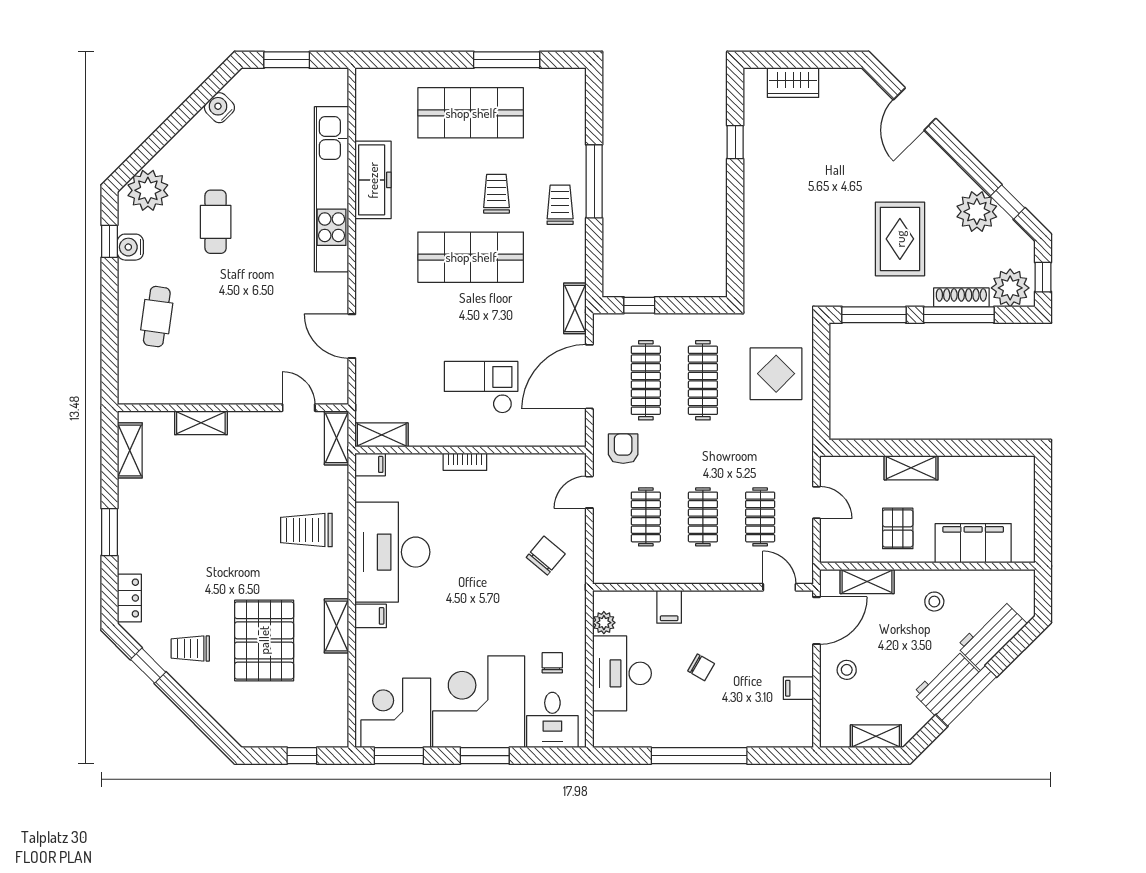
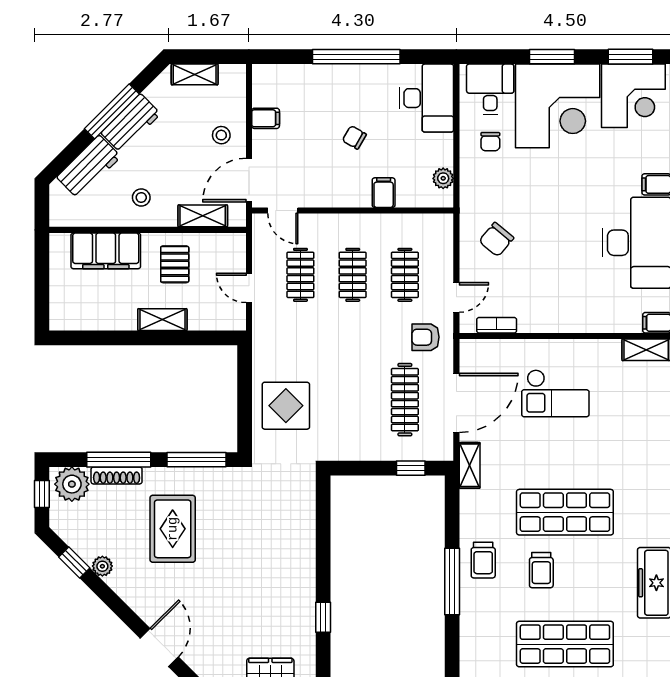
plant: (977, 212) -> (102, 566), width x0.53, depth x0.53
clothes rail: (703, 380) -> (353, 400), removed
armchair: (623, 449) -> (426, 337), turned 90
bookcase: (465, 462) -> (497, 325), moved
desk: (622, 673) -> (427, 98), moved

